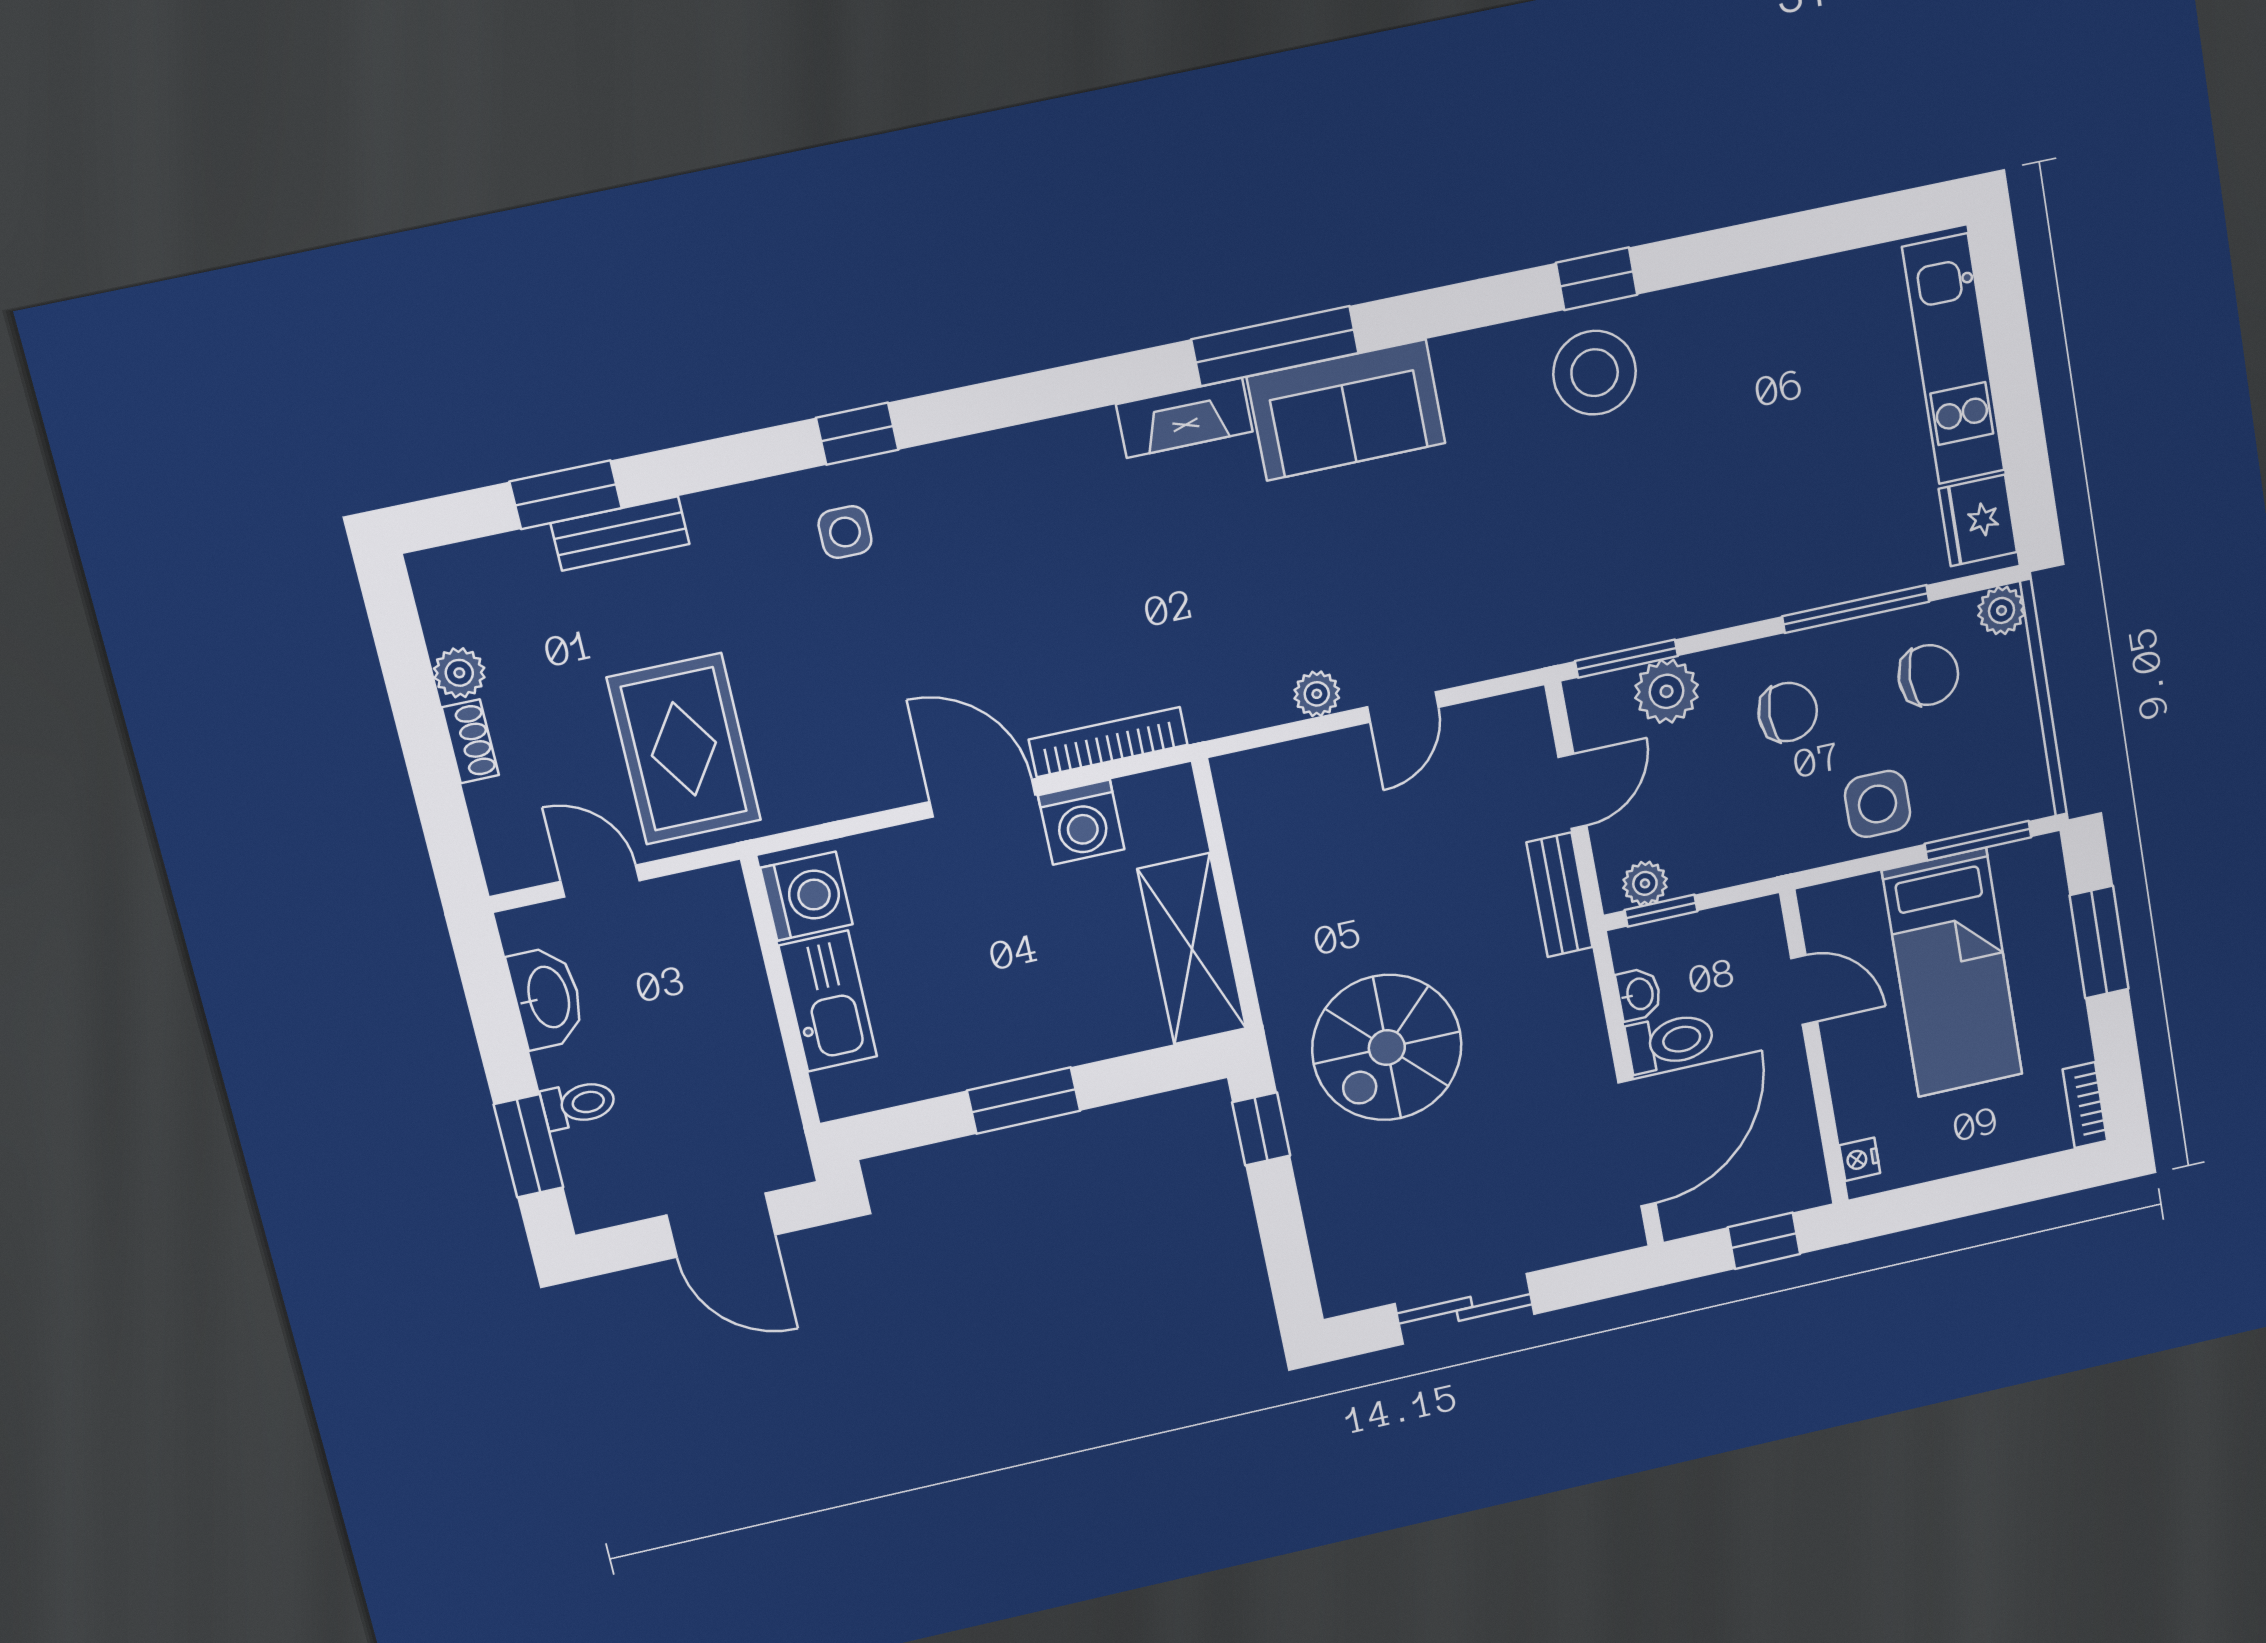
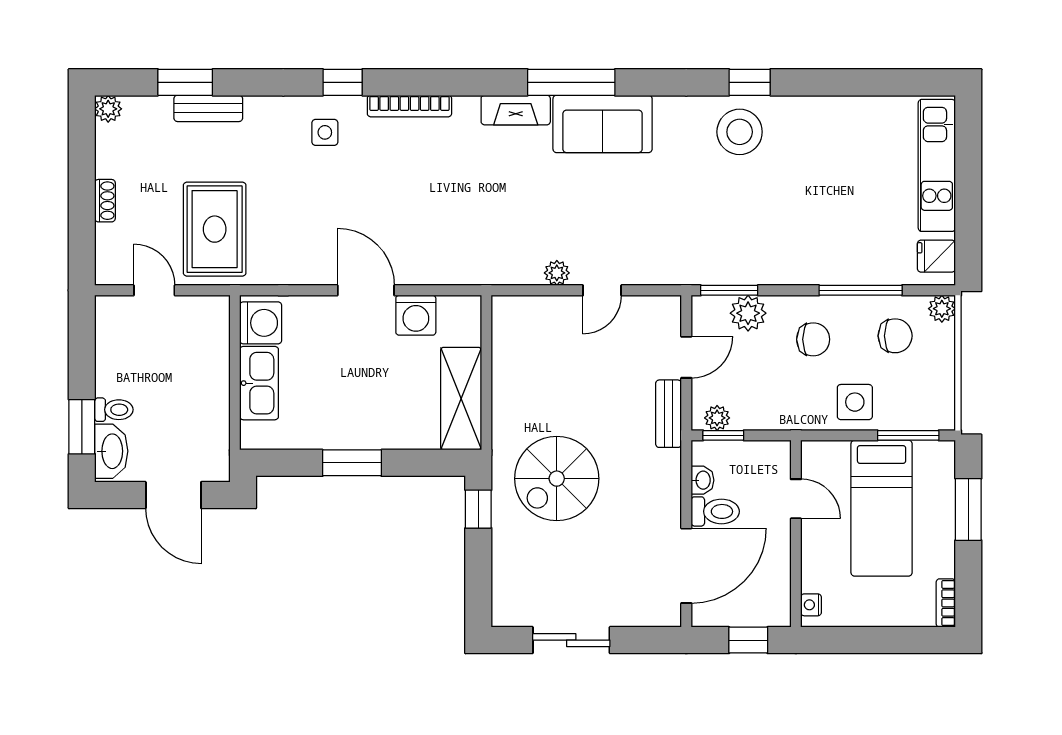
fridge: (1978, 521) -> (936, 256), width x0.72
plant: (459, 673) -> (108, 109), moved
bookcase: (1108, 742) -> (409, 106), moved, turned 180
washbasin: (547, 997) -> (111, 451), moved

